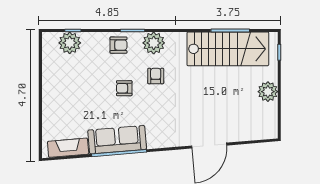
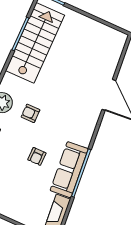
armchair: (124, 88) -> (37, 156), moved
plant: (268, 92) -> (86, 26), removed

